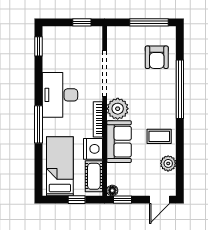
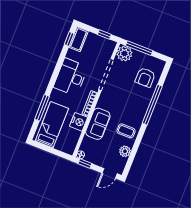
window: (149, 22) -> (139, 48), moved
plant: (118, 109) -> (124, 53), moved
window: (39, 124) -> (42, 108), moved
cot: (94, 176) -> (79, 39), moved
window: (77, 200) -> (54, 151), removed

